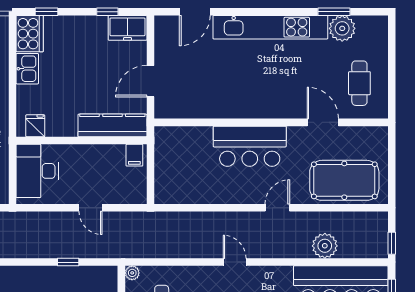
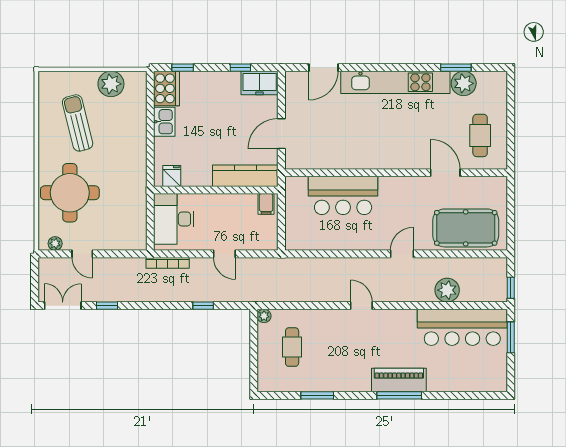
bar counter: (250, 146) -> (343, 195), moved
bookcase: (31, 217) -> (168, 263), added

